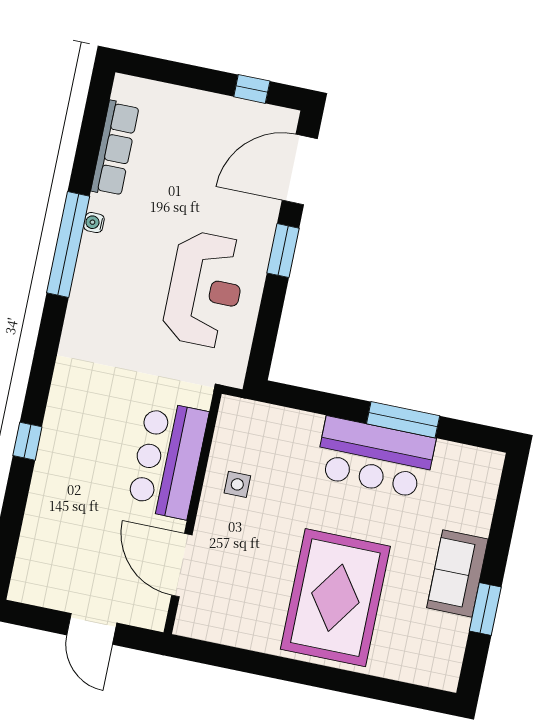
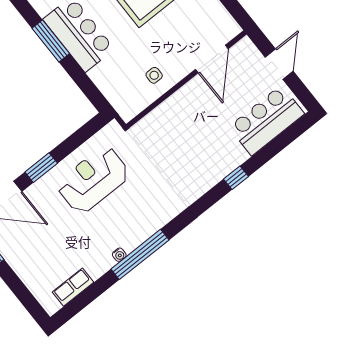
row of seats: (115, 148) -> (73, 287), width x0.68
bar counter: (168, 460) -> (267, 120), moved, turned 180

